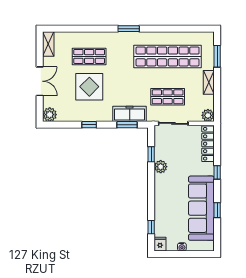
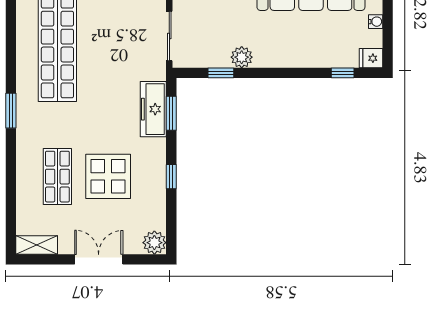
shop shelf: (168, 97) -> (125, 46), removed

